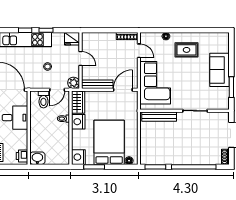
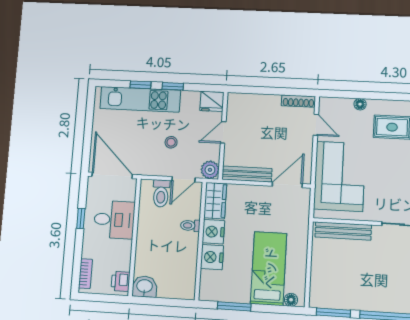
door: (80, 58) -> (223, 132), swing flipped
bed: (109, 142) -> (269, 268), width x0.67
nightstand: (78, 157) -> (212, 257), moved

